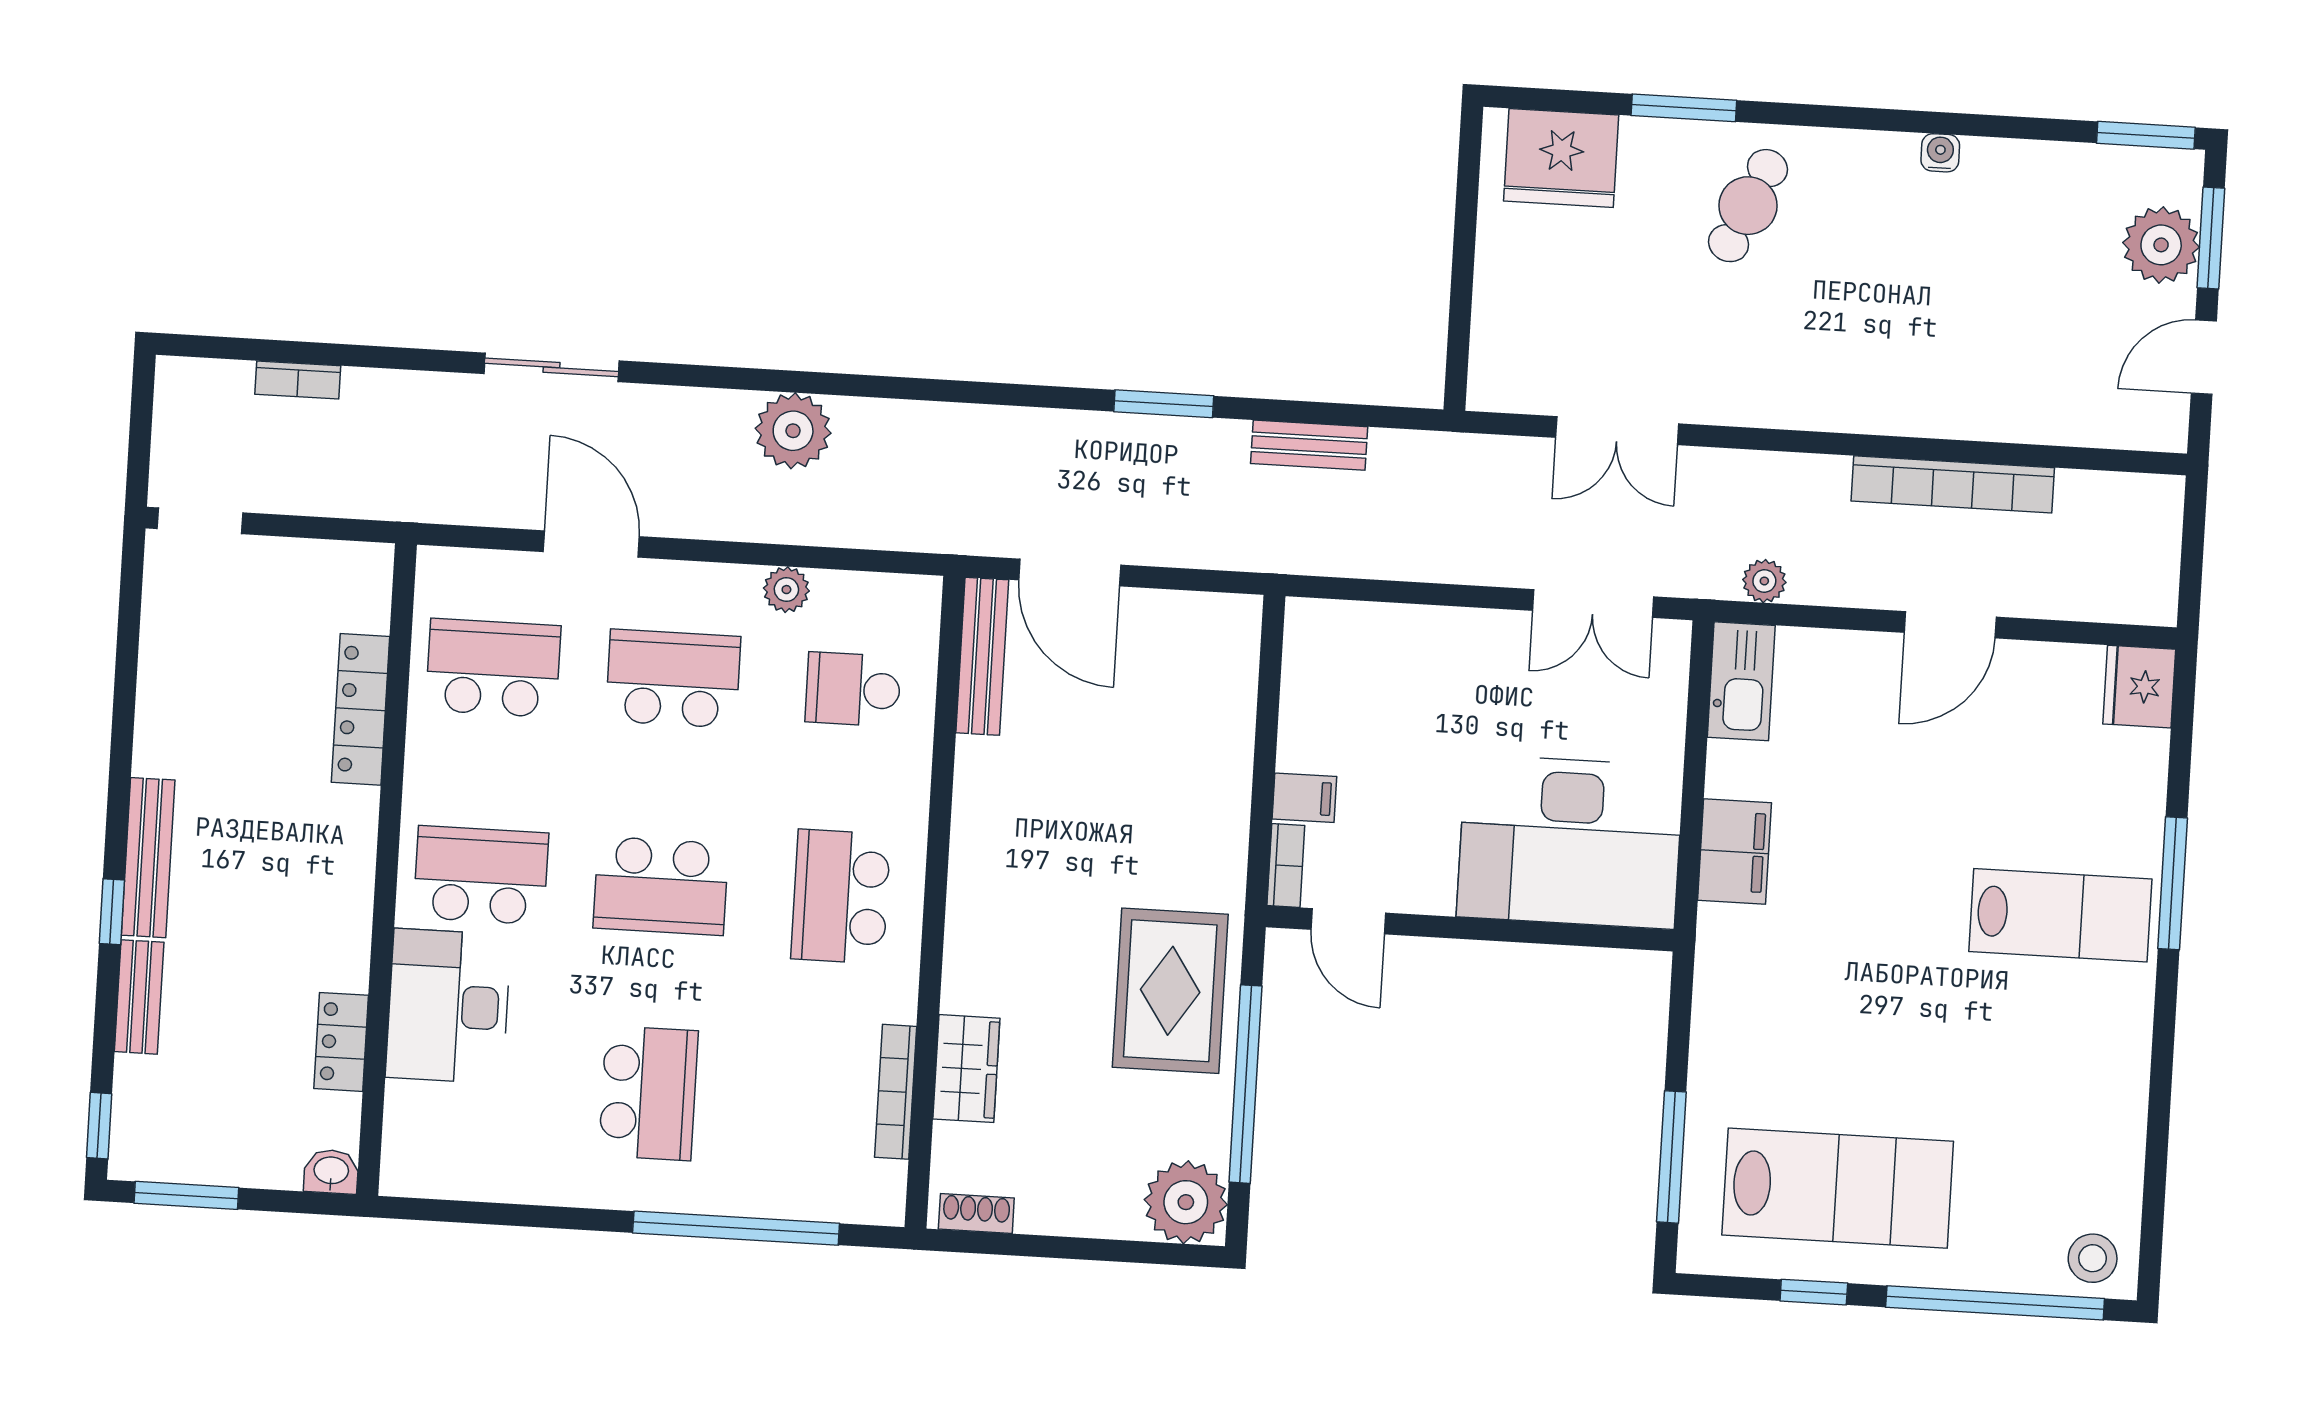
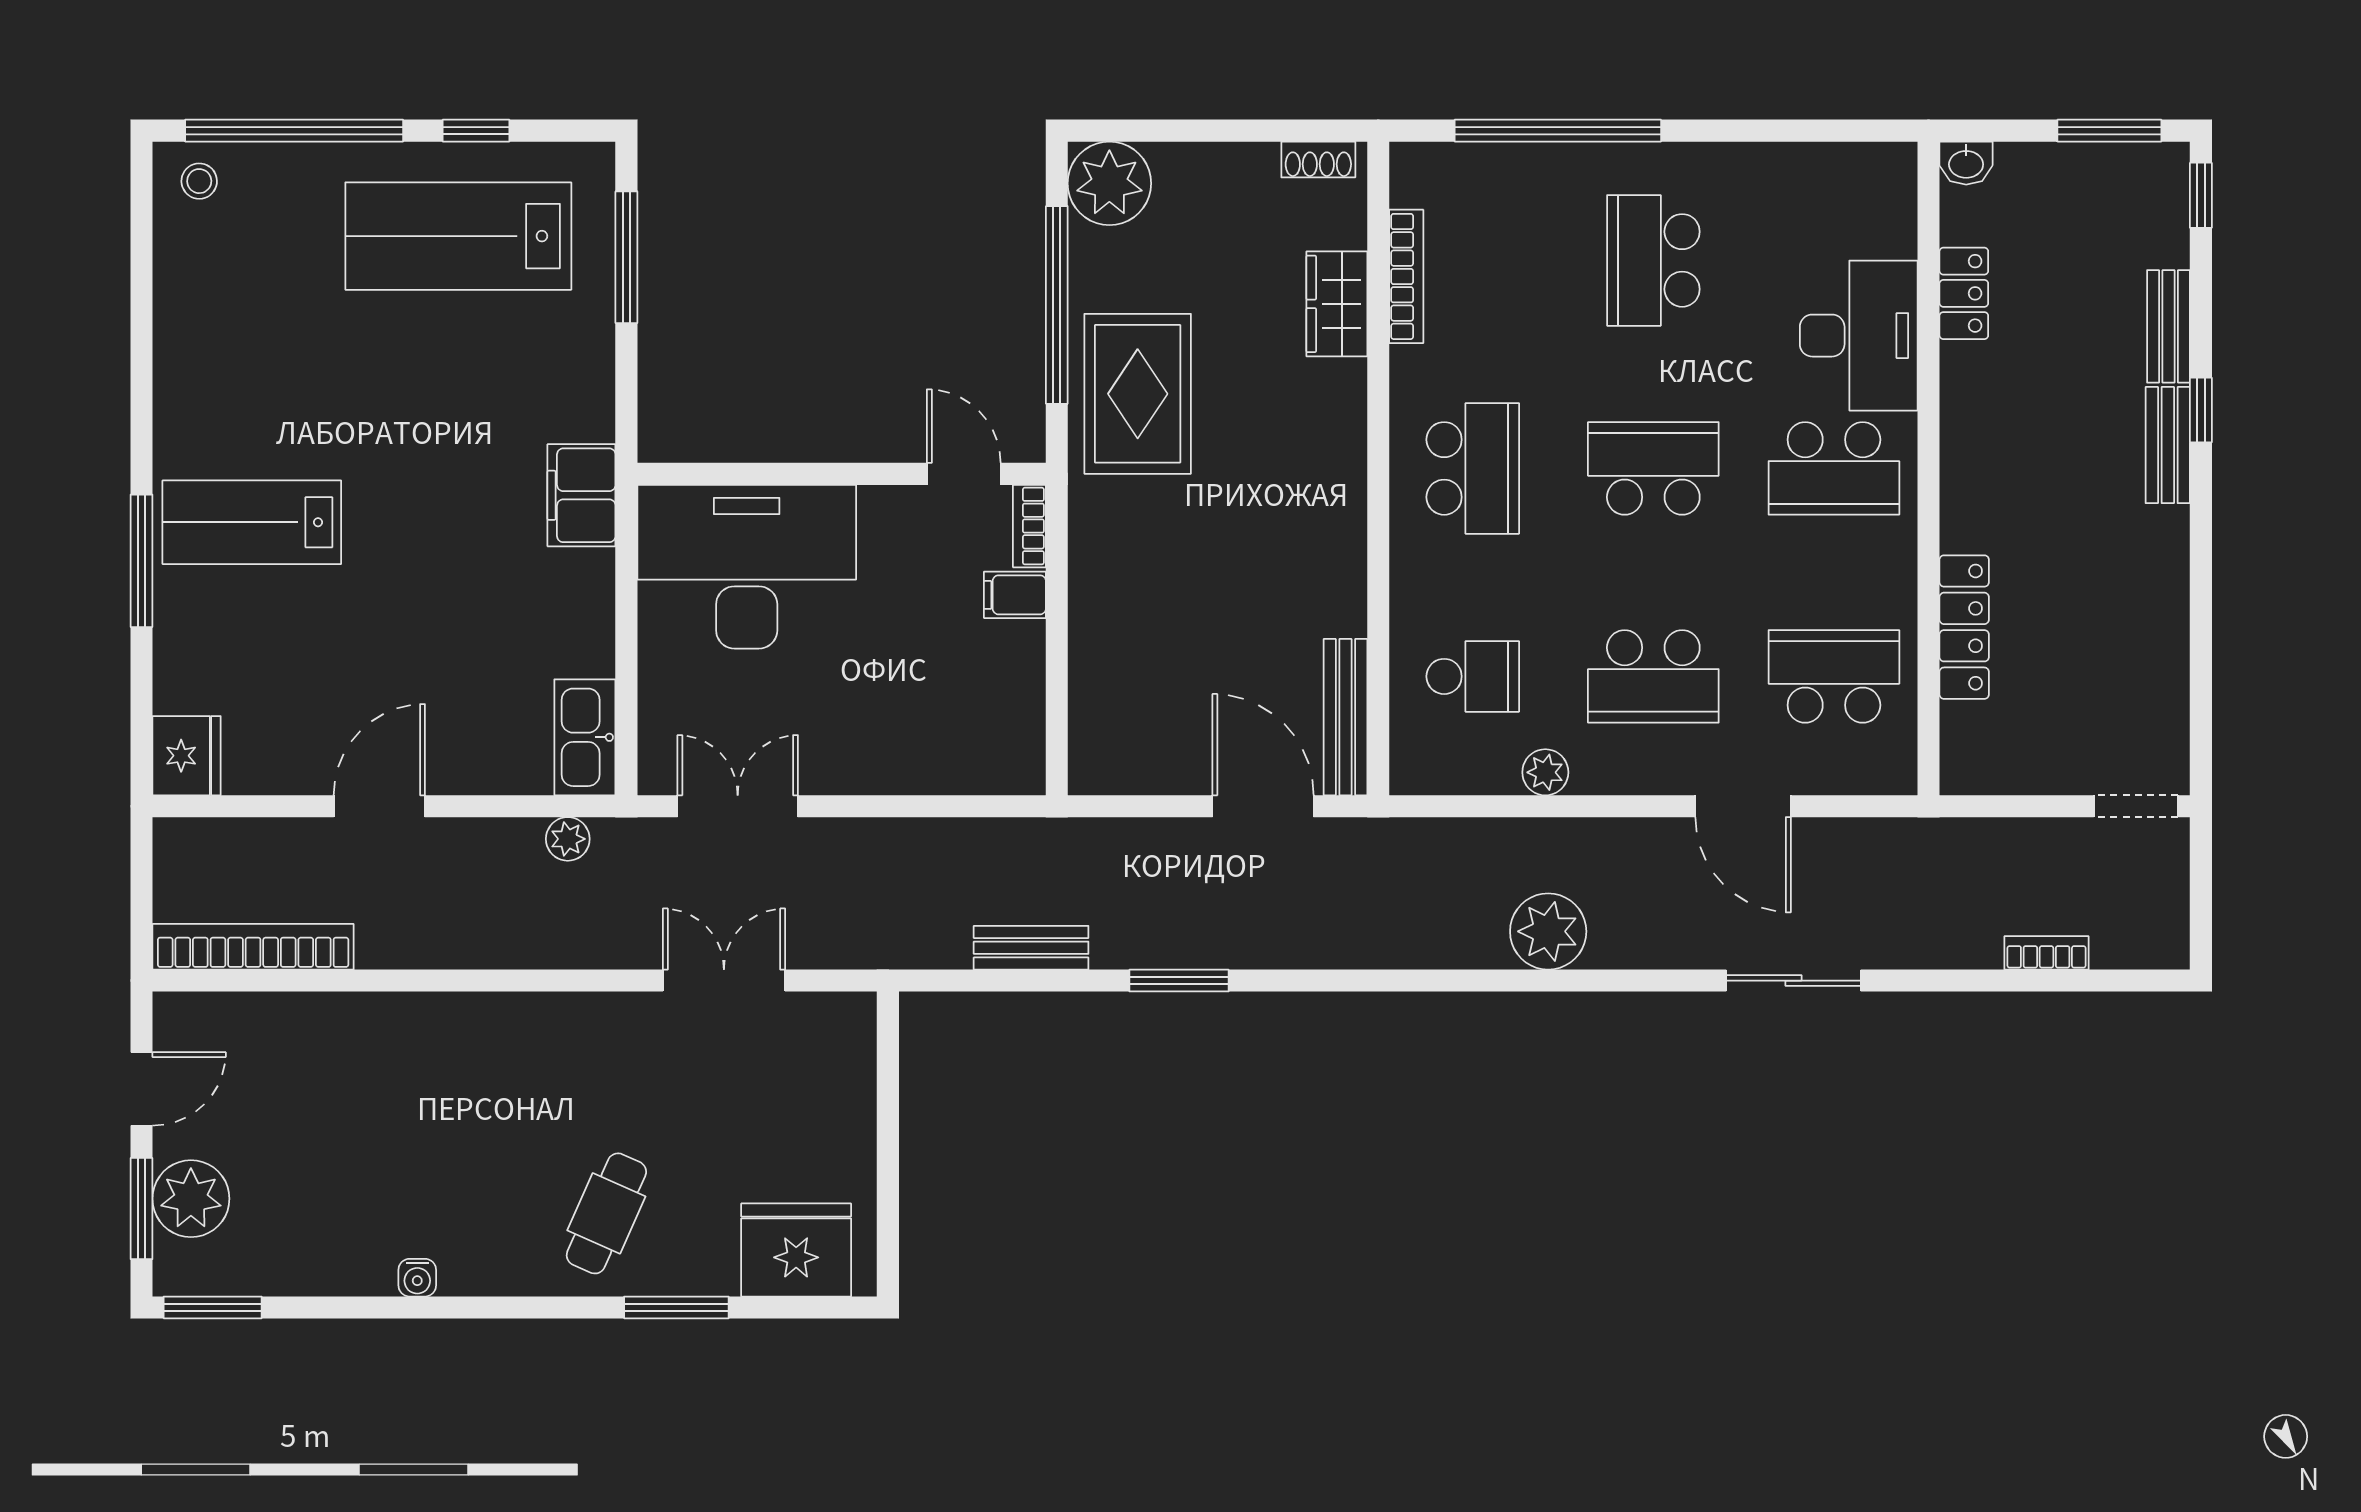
bookcase: (1953, 484) -> (253, 947), moved
school desk: (493, 668) -> (1834, 676), turned 180
filing cabinet: (1735, 852) -> (581, 495), moved
bench: (148, 858) -> (2168, 445), width x0.73
stool: (2093, 1258) -> (199, 181), width x0.73, depth x0.73

